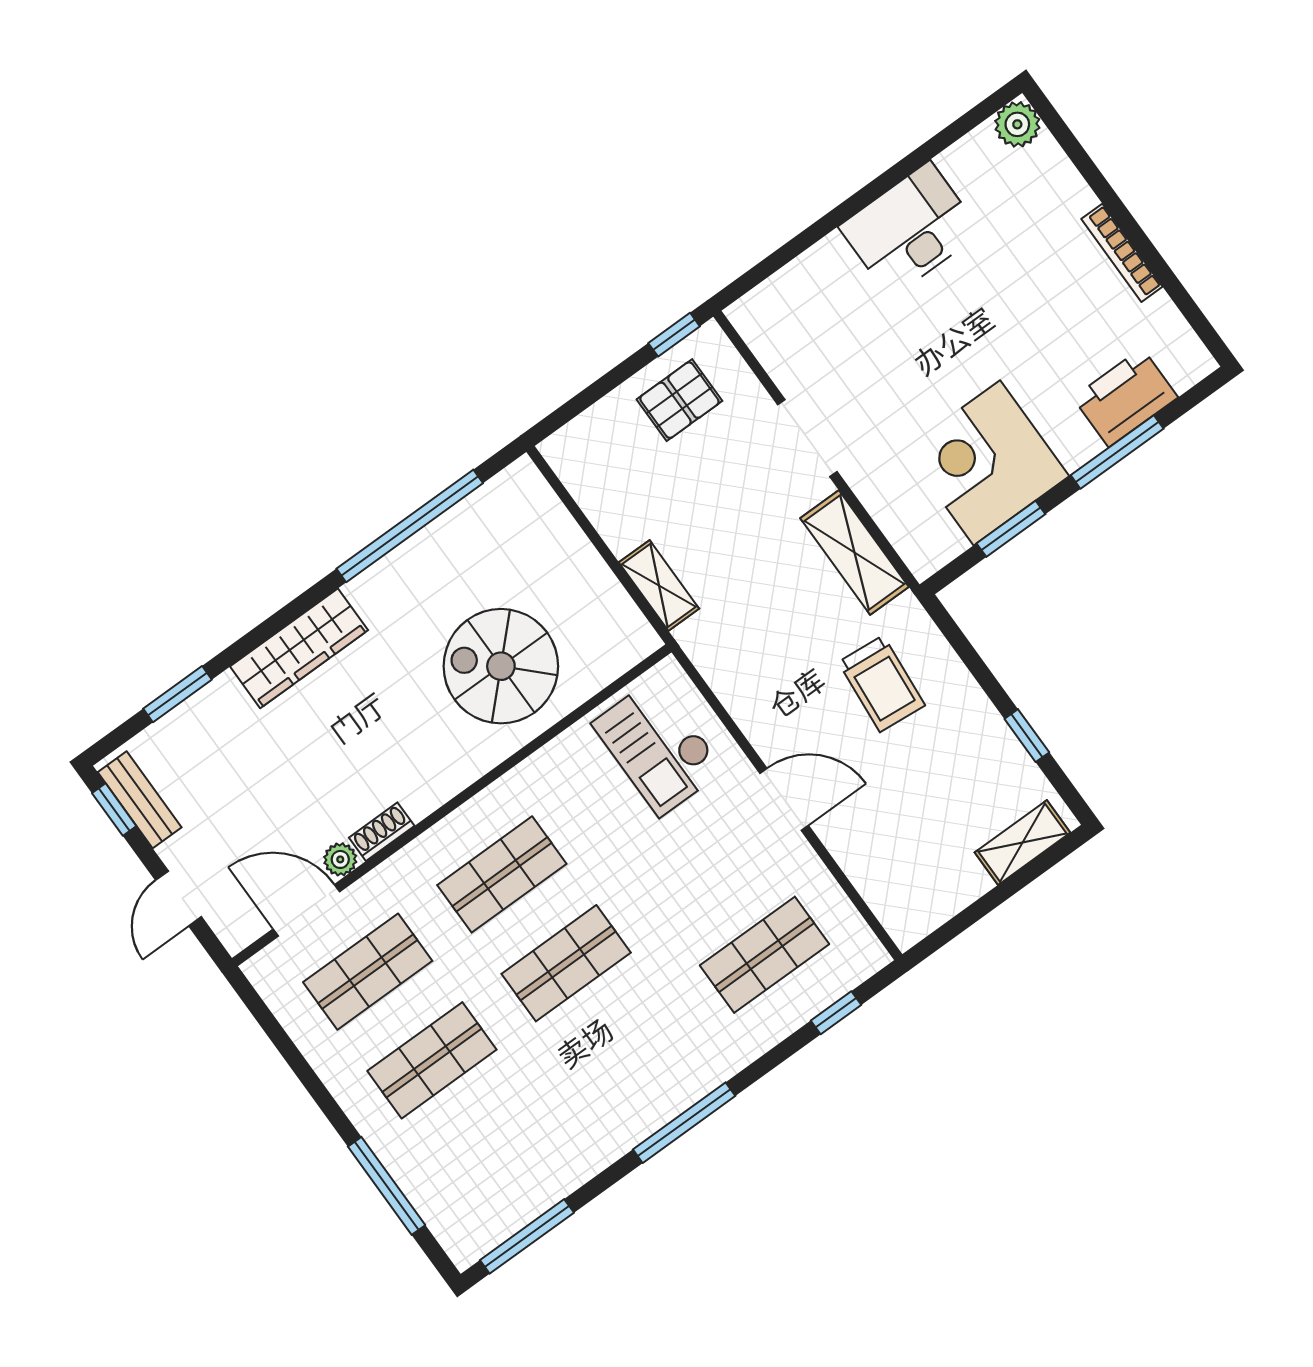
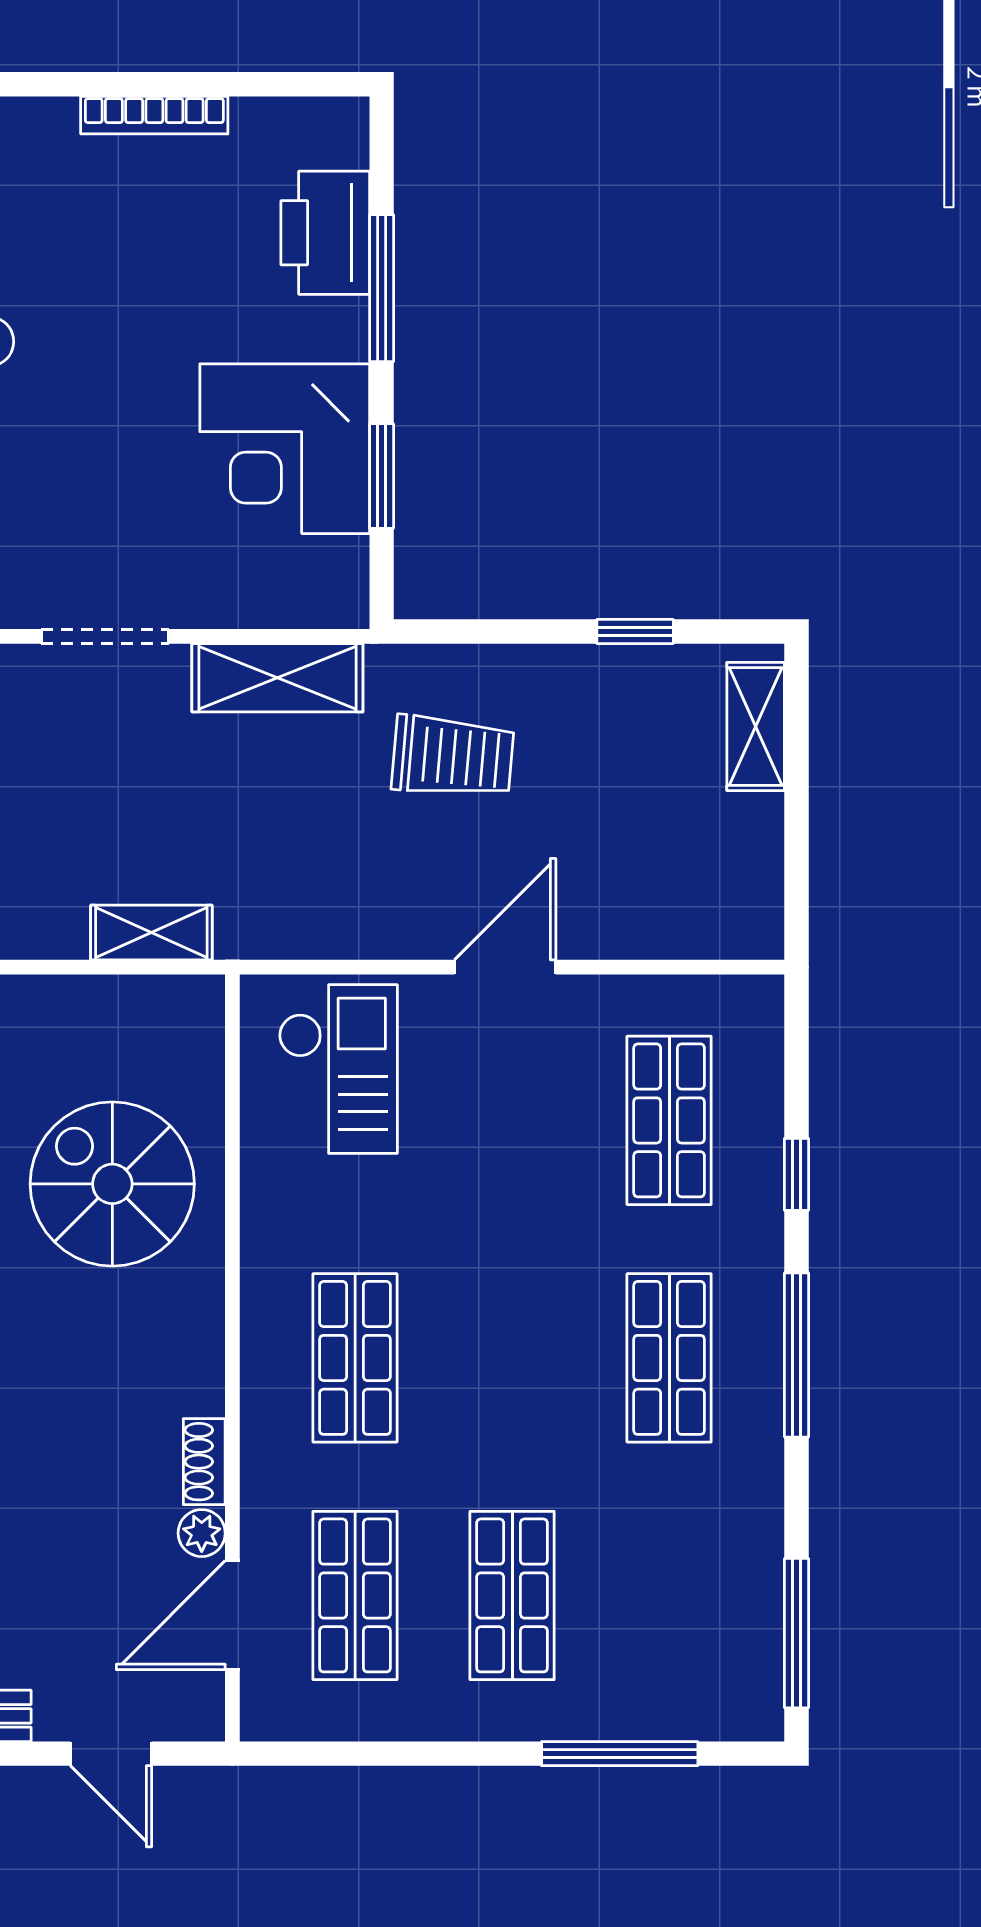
spiral stairs: (501, 666) -> (112, 1184), turned 90
checkout: (658, 747) -> (338, 1069), turned -90
shop shelf: (566, 963) -> (669, 1358), moved
window: (836, 1013) -> (796, 1174), moved

